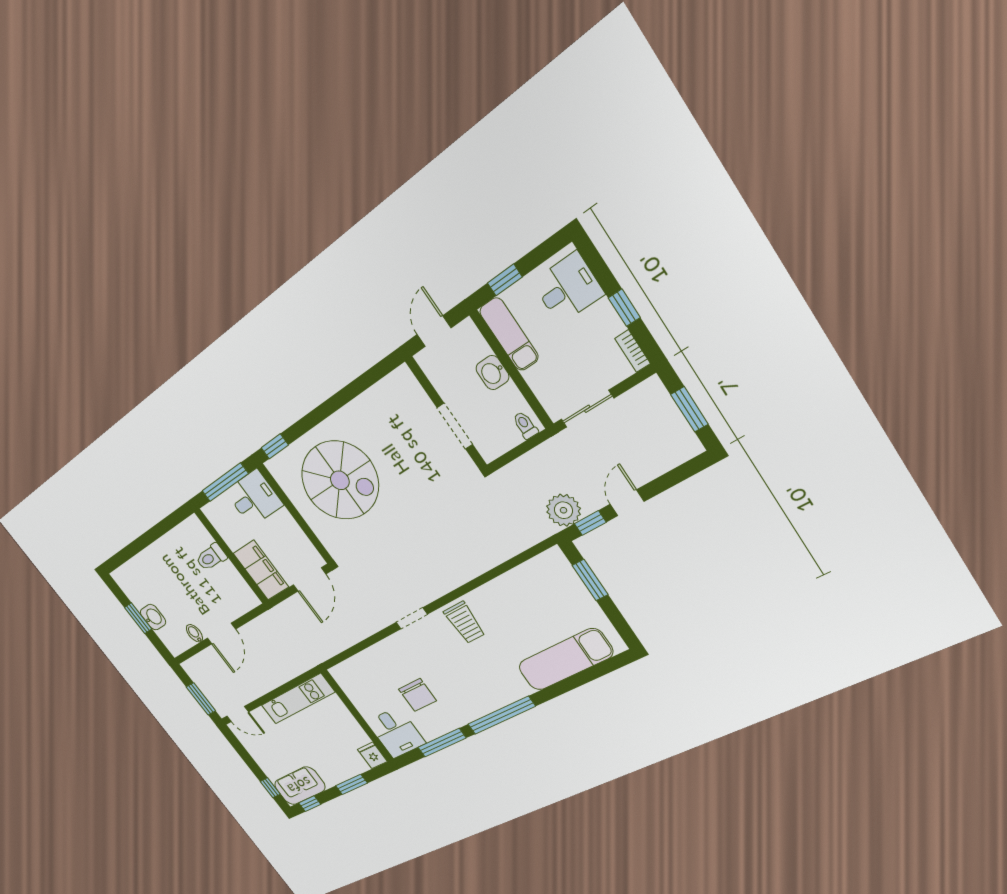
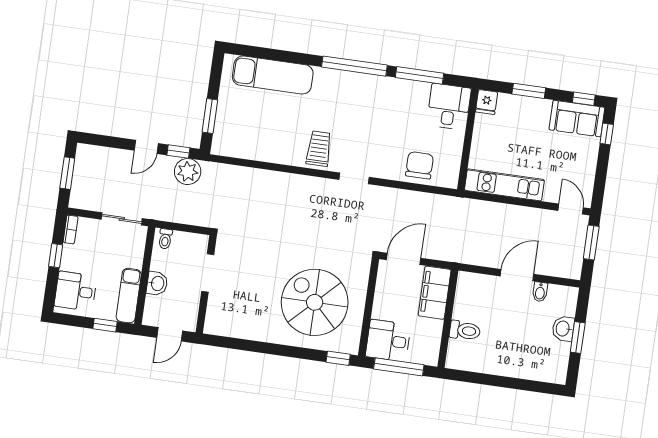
chair: (417, 695) -> (420, 165), moved

